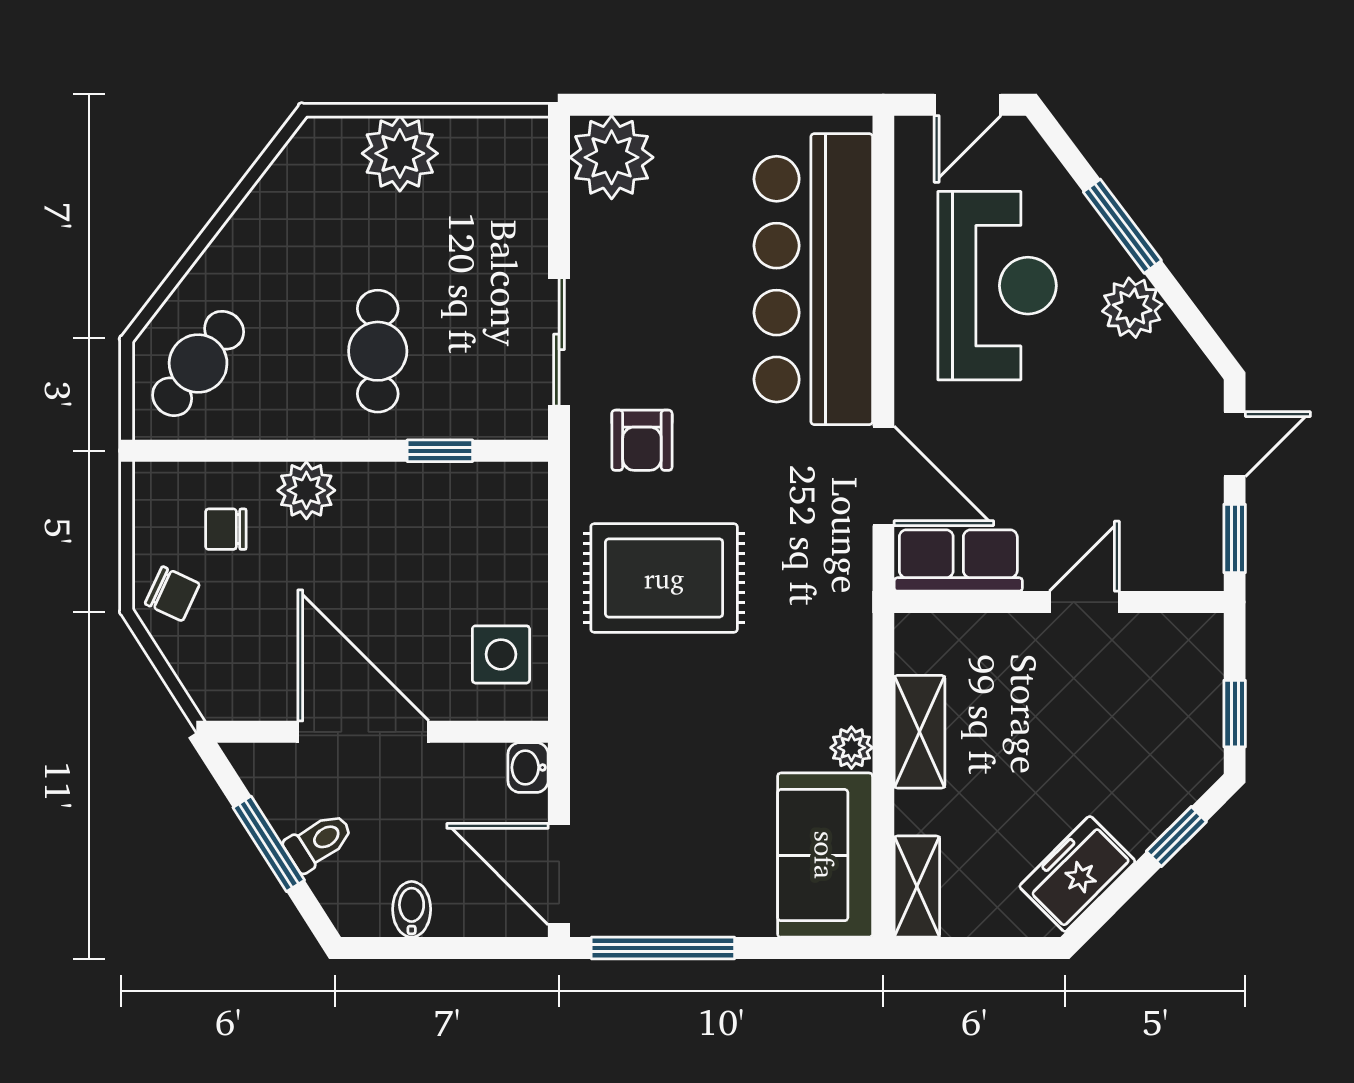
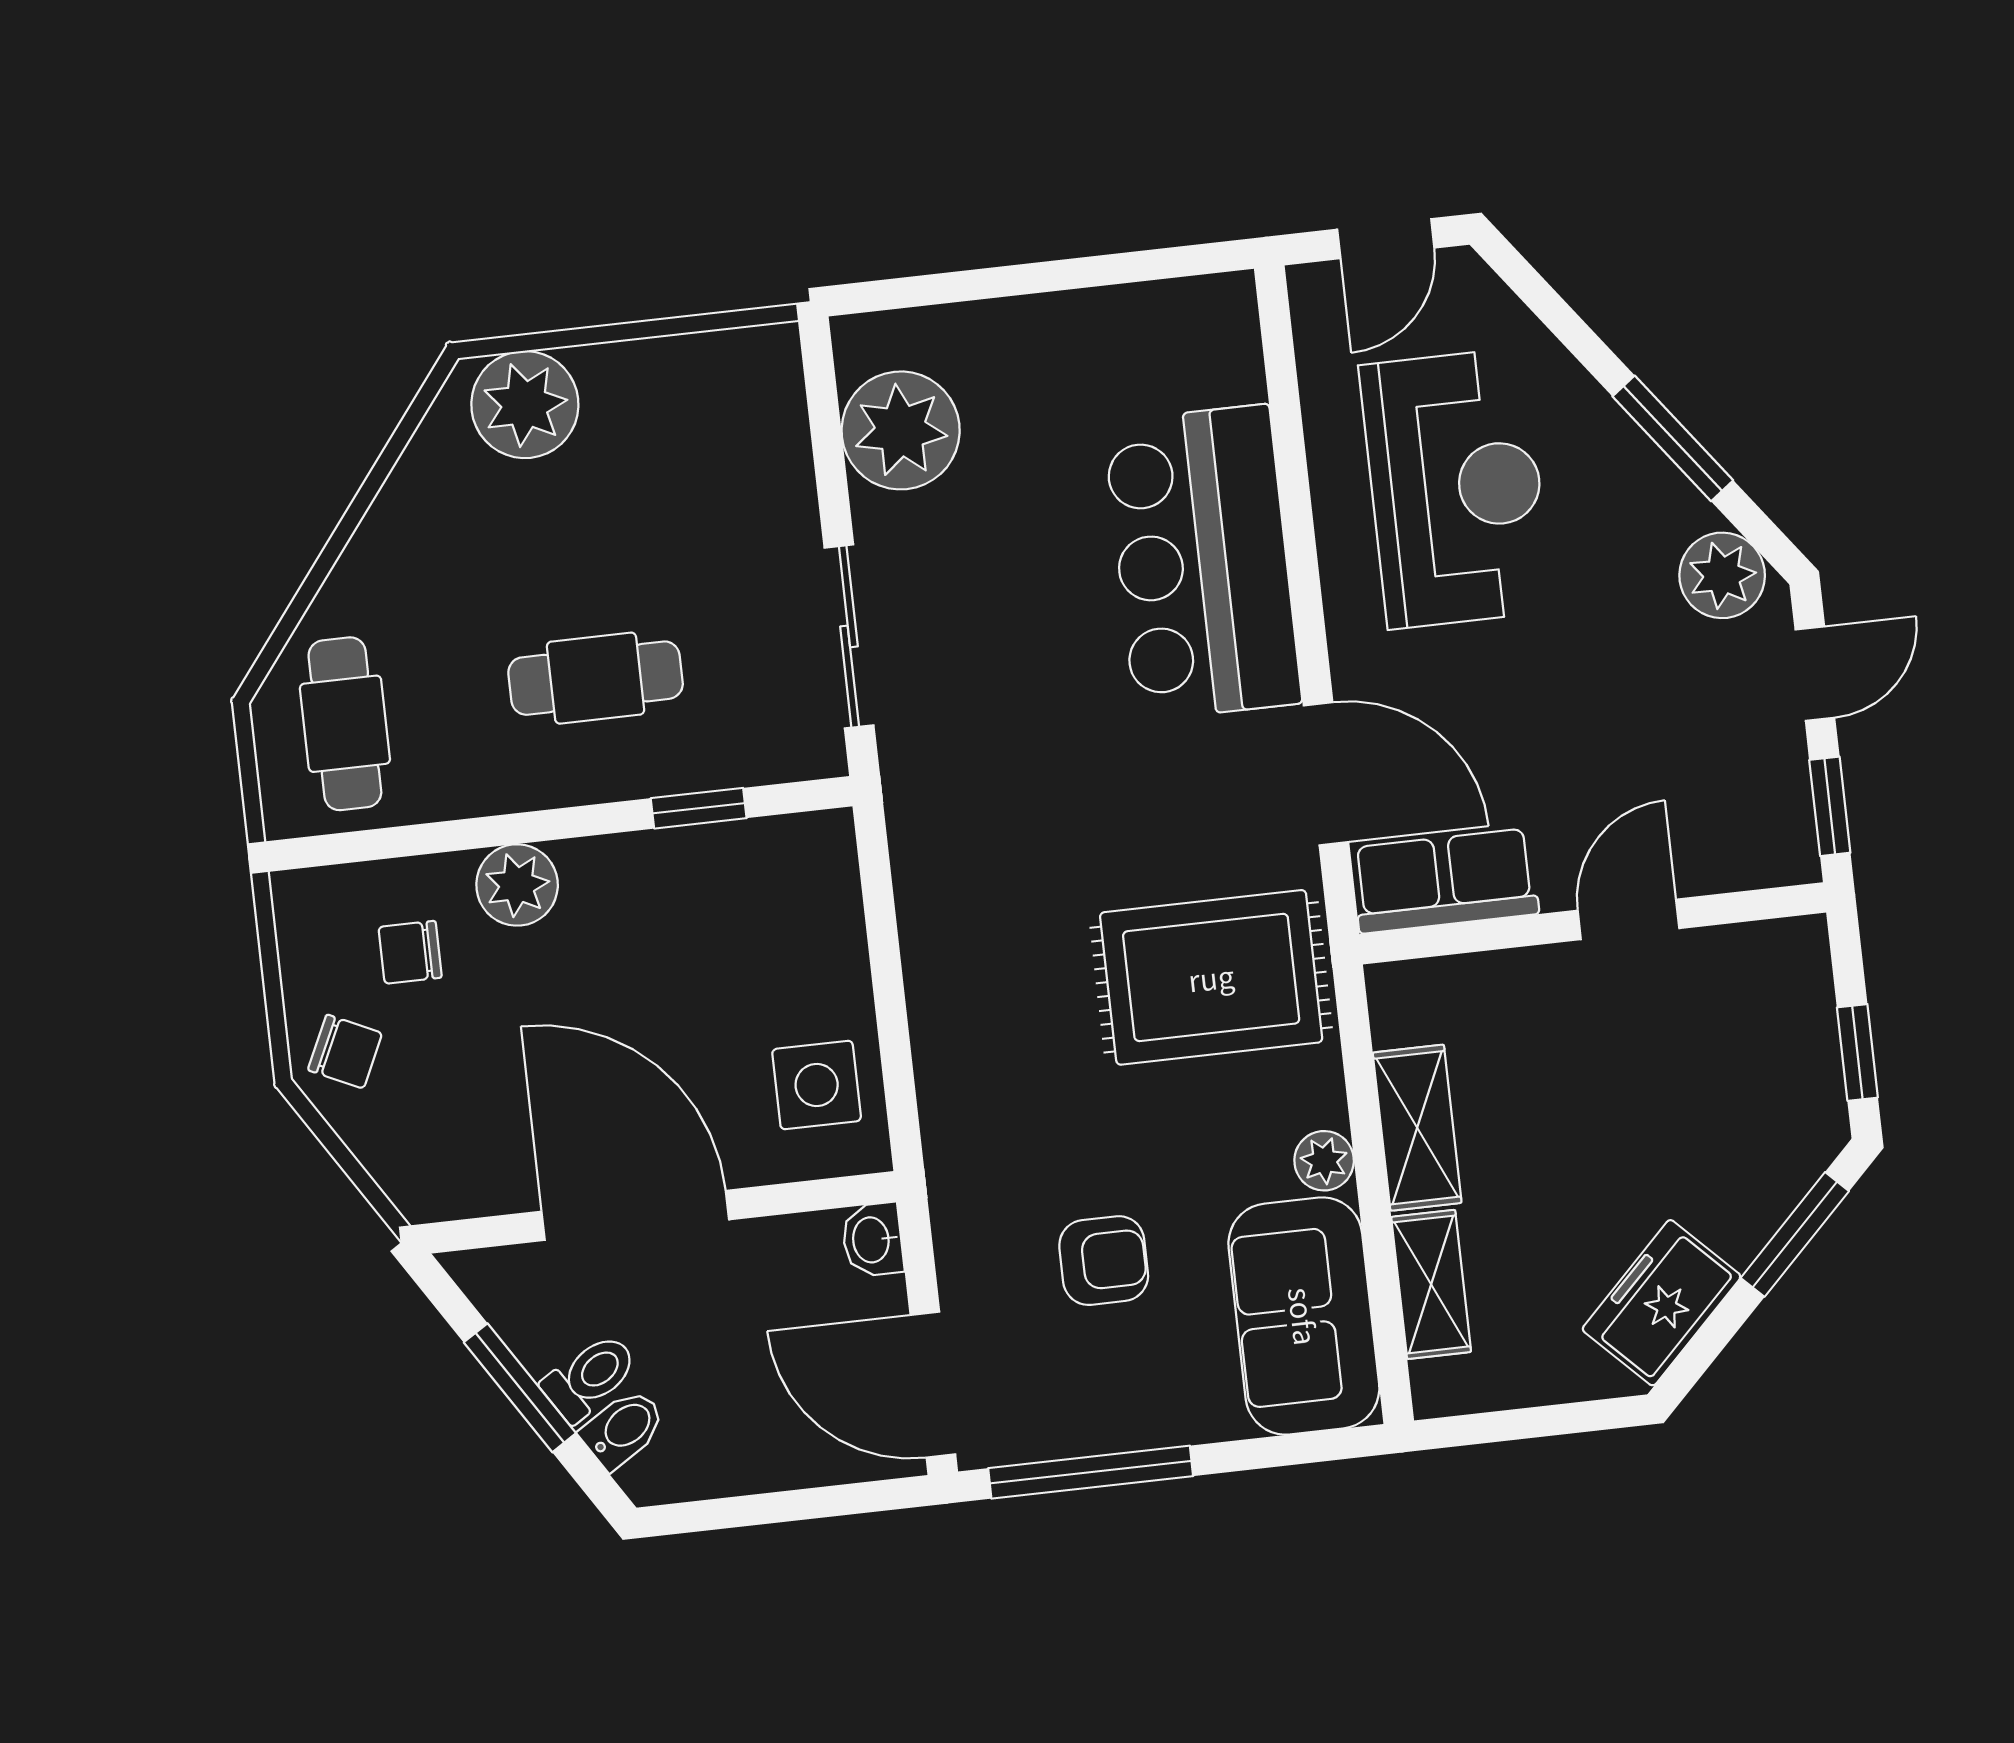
plant: (400, 153) -> (525, 405), moved
plant: (612, 157) -> (901, 430), moved
window: (1122, 226) -> (1673, 438), moved
bar counter: (813, 279) -> (1203, 563), width x0.73
plant: (1132, 308) -> (1722, 575), moved
cafe table: (378, 351) -> (596, 678), turned 90
cafe table: (198, 363) -> (345, 724), turned -38
armchair: (642, 440) -> (1104, 1261), moved, turned -90
rug: (664, 578) -> (1211, 977), moved
window: (1176, 836) -> (1795, 1234), width x1.50
shelving: (917, 887) -> (1431, 1284), moved
bidet: (412, 909) -> (623, 1429), moved, turned 58

